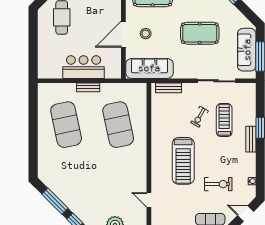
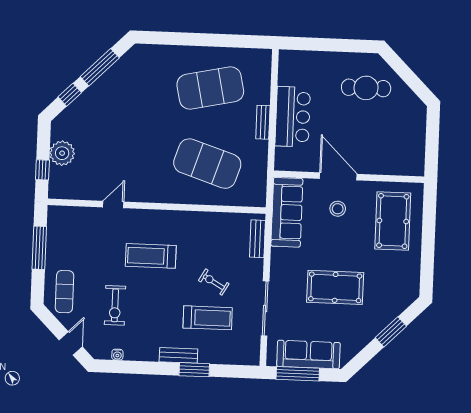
pool table: (200, 33) -> (335, 287), turned 90
exercise mat: (118, 125) -> (207, 164), turned 30
treadmill: (183, 161) -> (151, 256), width x0.73, depth x0.73
door: (149, 200) -> (113, 205), moved

